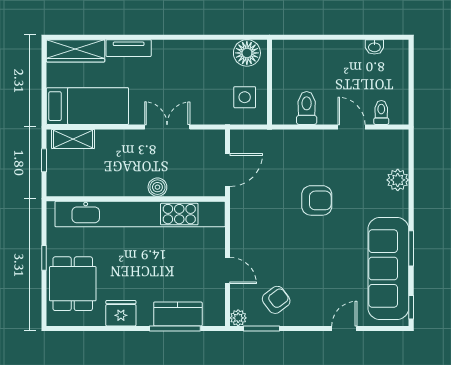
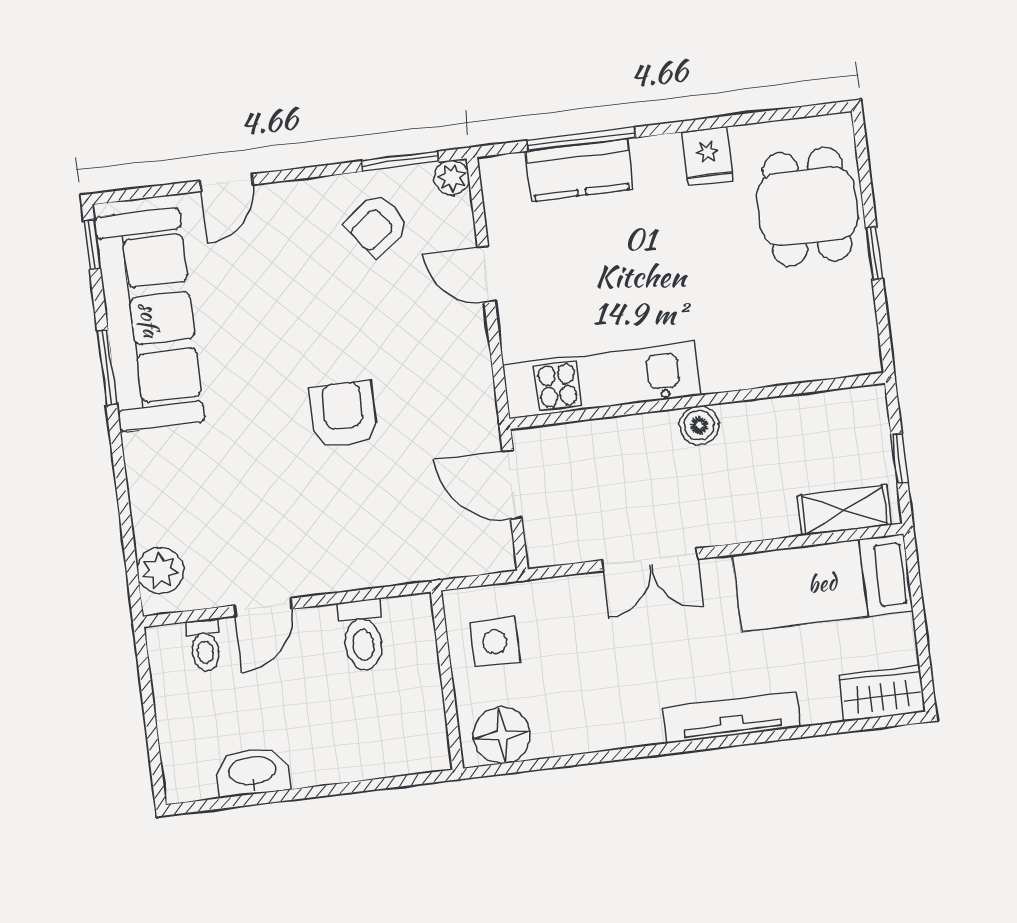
washbasin: (374, 47) -> (252, 772), width x1.91, depth x1.45
tv unit: (129, 48) -> (732, 717), width x1.41
wardrobe: (76, 51) -> (882, 693), width x0.67
door: (352, 127) -> (263, 607), hinge flipped
door: (228, 170) -> (512, 485), hinge flipped
plant: (398, 180) -> (160, 570), moved
boiler: (157, 187) -> (699, 425), moved
armchair: (317, 200) -> (343, 414), moved, turned 90
kitchen unit: (140, 214) -> (602, 380), width x0.54
fridge: (121, 313) -> (708, 156), width x0.72

